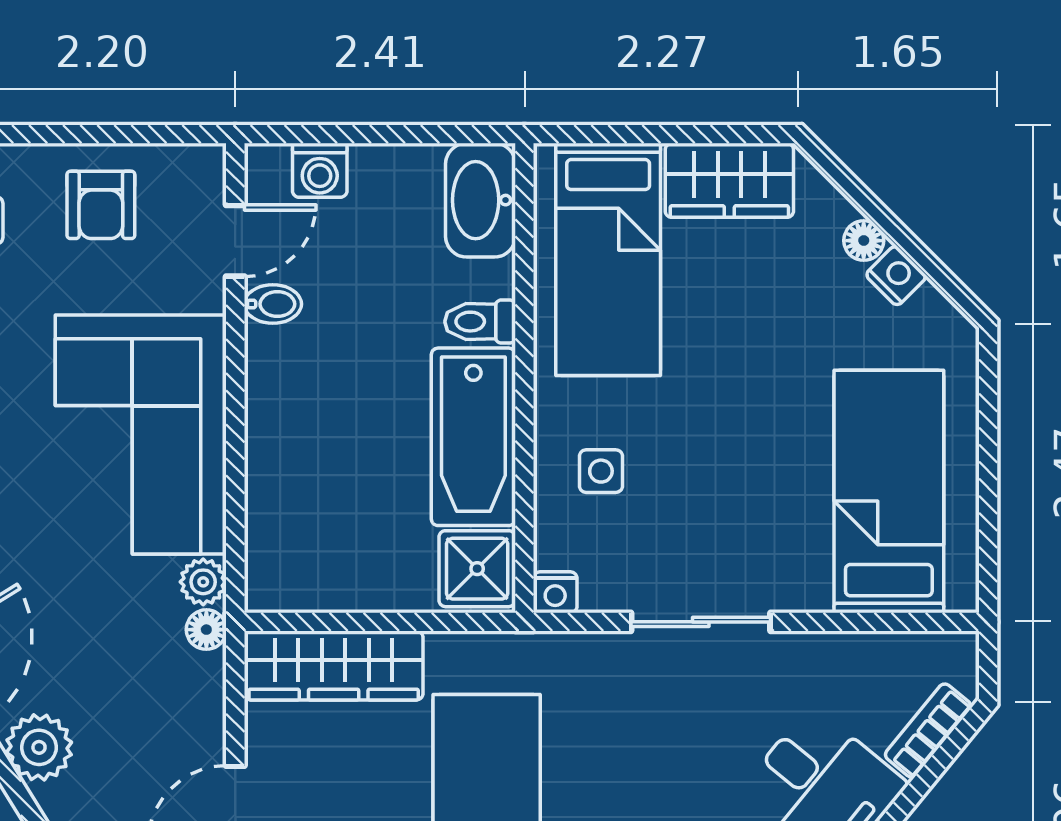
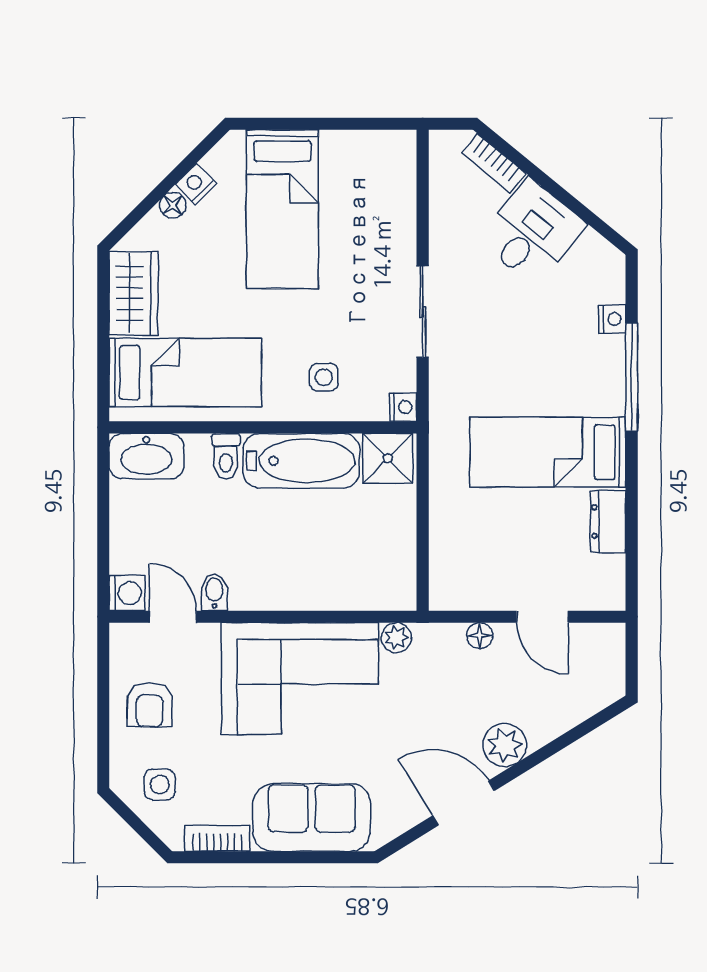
washing machine: (320, 170) -> (127, 593), moved
armchair: (101, 205) -> (150, 705), turned 90
bed: (889, 491) -> (282, 209), moved, turned -90
floor lamp: (206, 630) -> (480, 636), moved
wardrobe: (334, 666) -> (451, 552), removed

